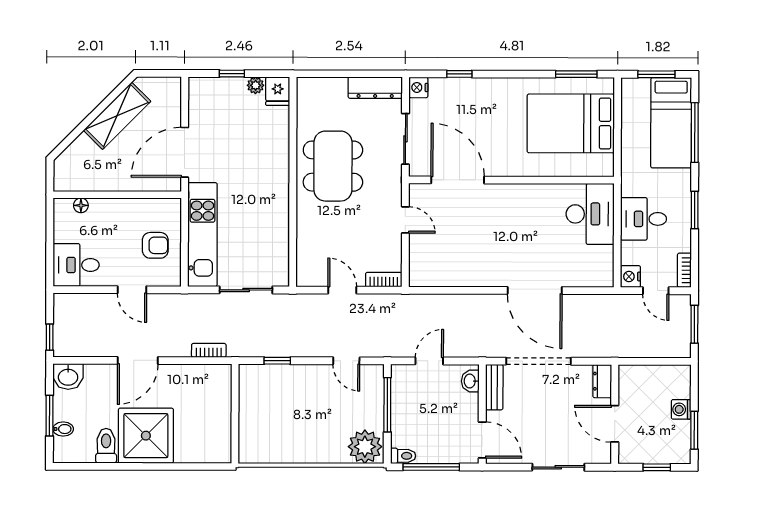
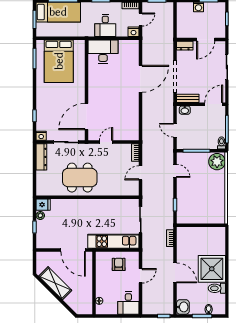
door: (346, 361) -> (175, 171), hinge flipped

